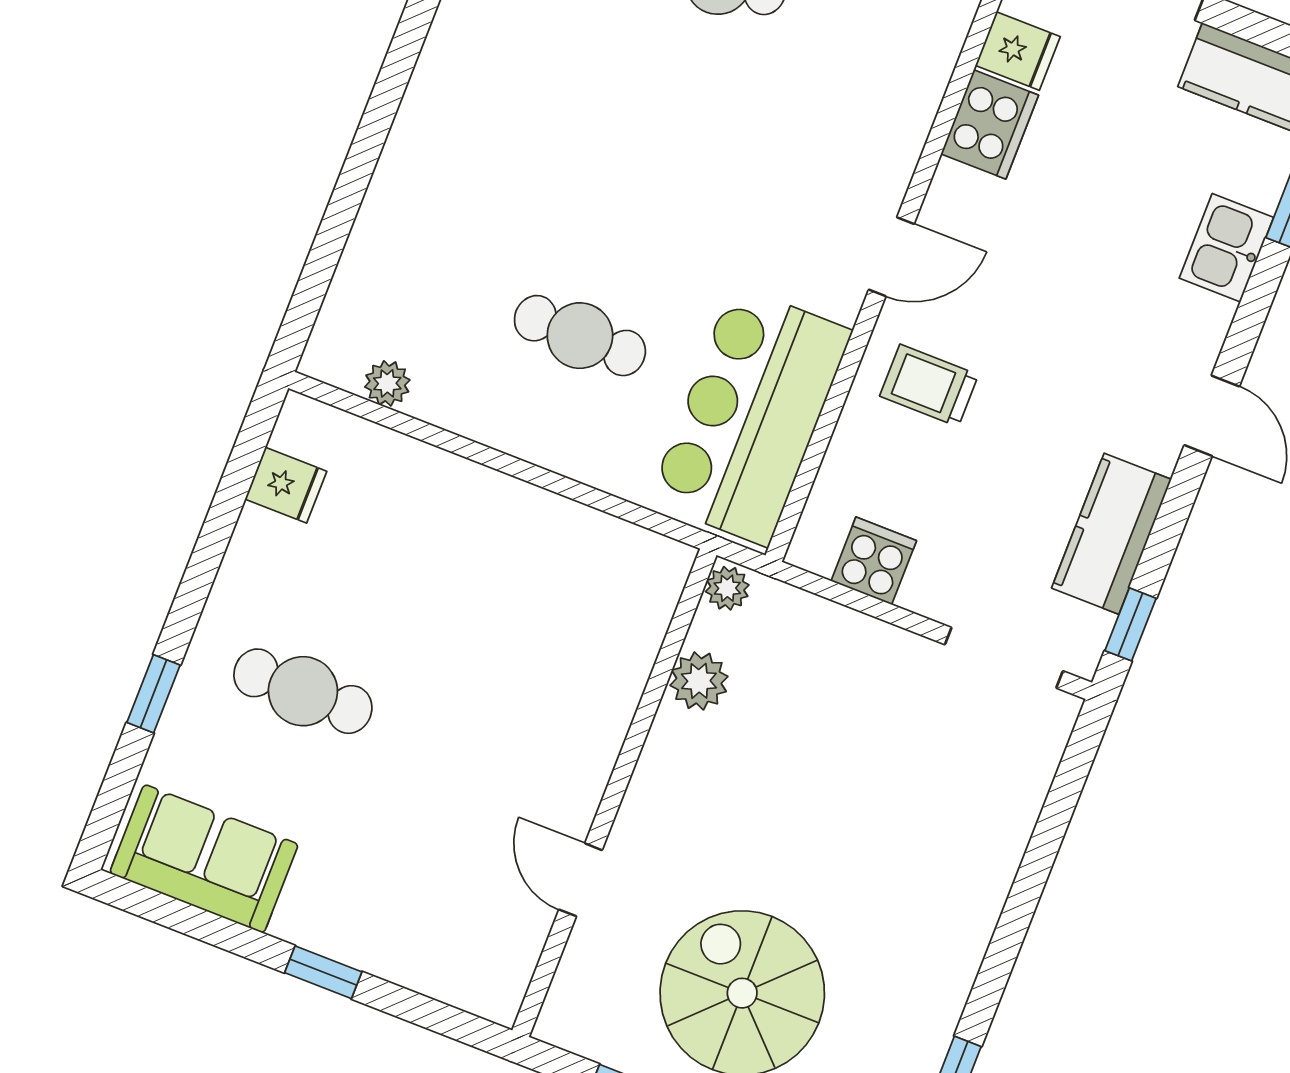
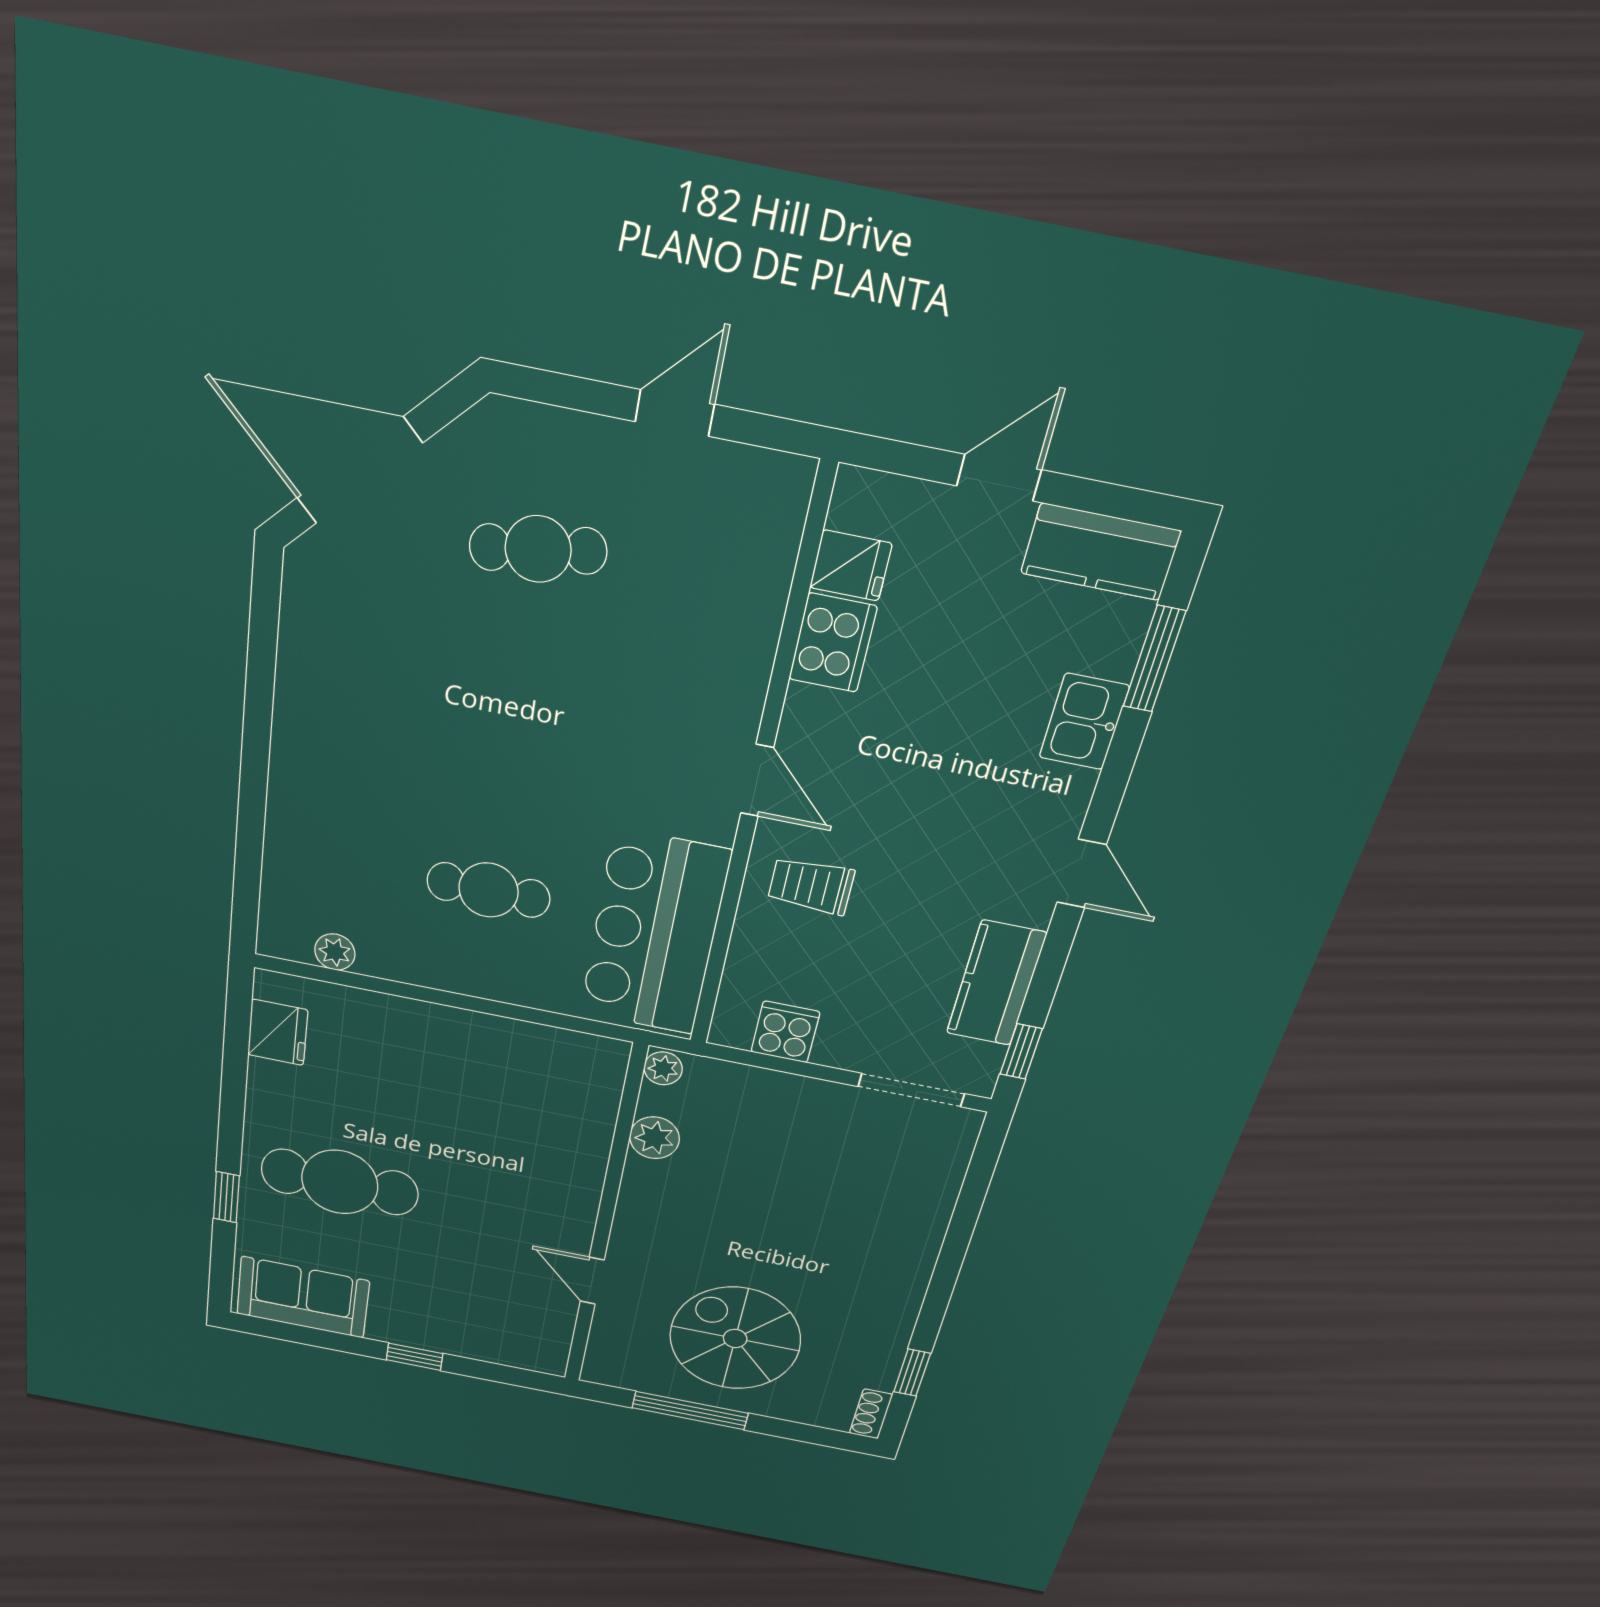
door: (891, 257) -> (757, 780), hinge flipped
fridge: (286, 485) -> (278, 1032), width x1.38
cafe table: (303, 691) -> (340, 1182), width x1.37, depth x1.35

